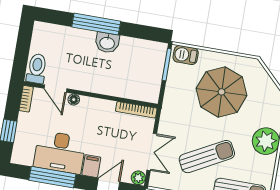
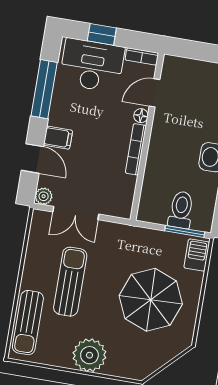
toilet: (37, 69) -> (181, 210), moved, turned -90
bookcase: (136, 110) -> (136, 149), moved
desk: (60, 152) -> (92, 65), moved, turned 90
sun lounger: (207, 157) -> (70, 282), turned -152

